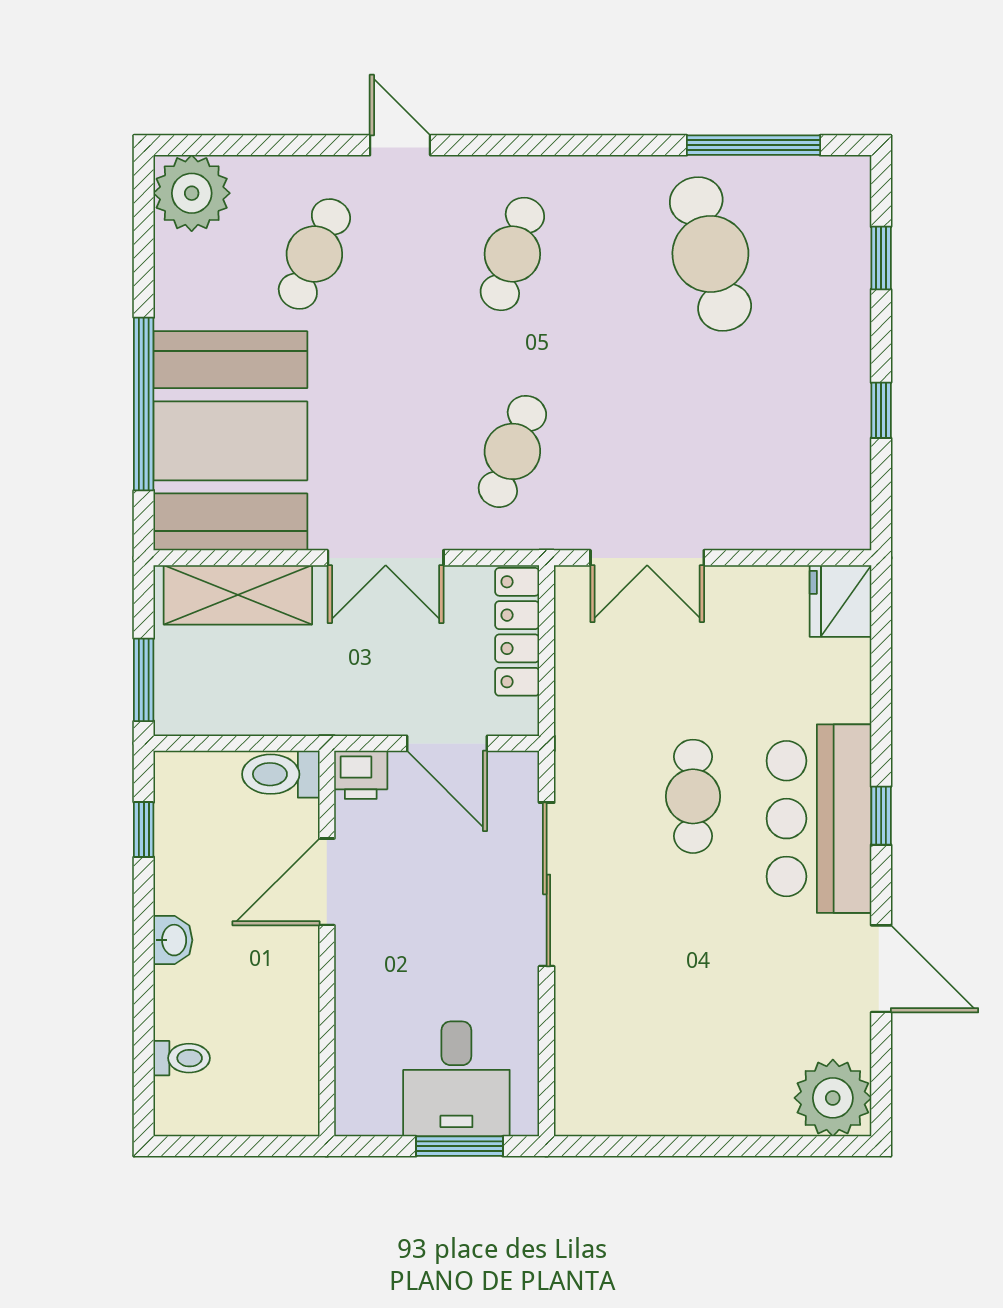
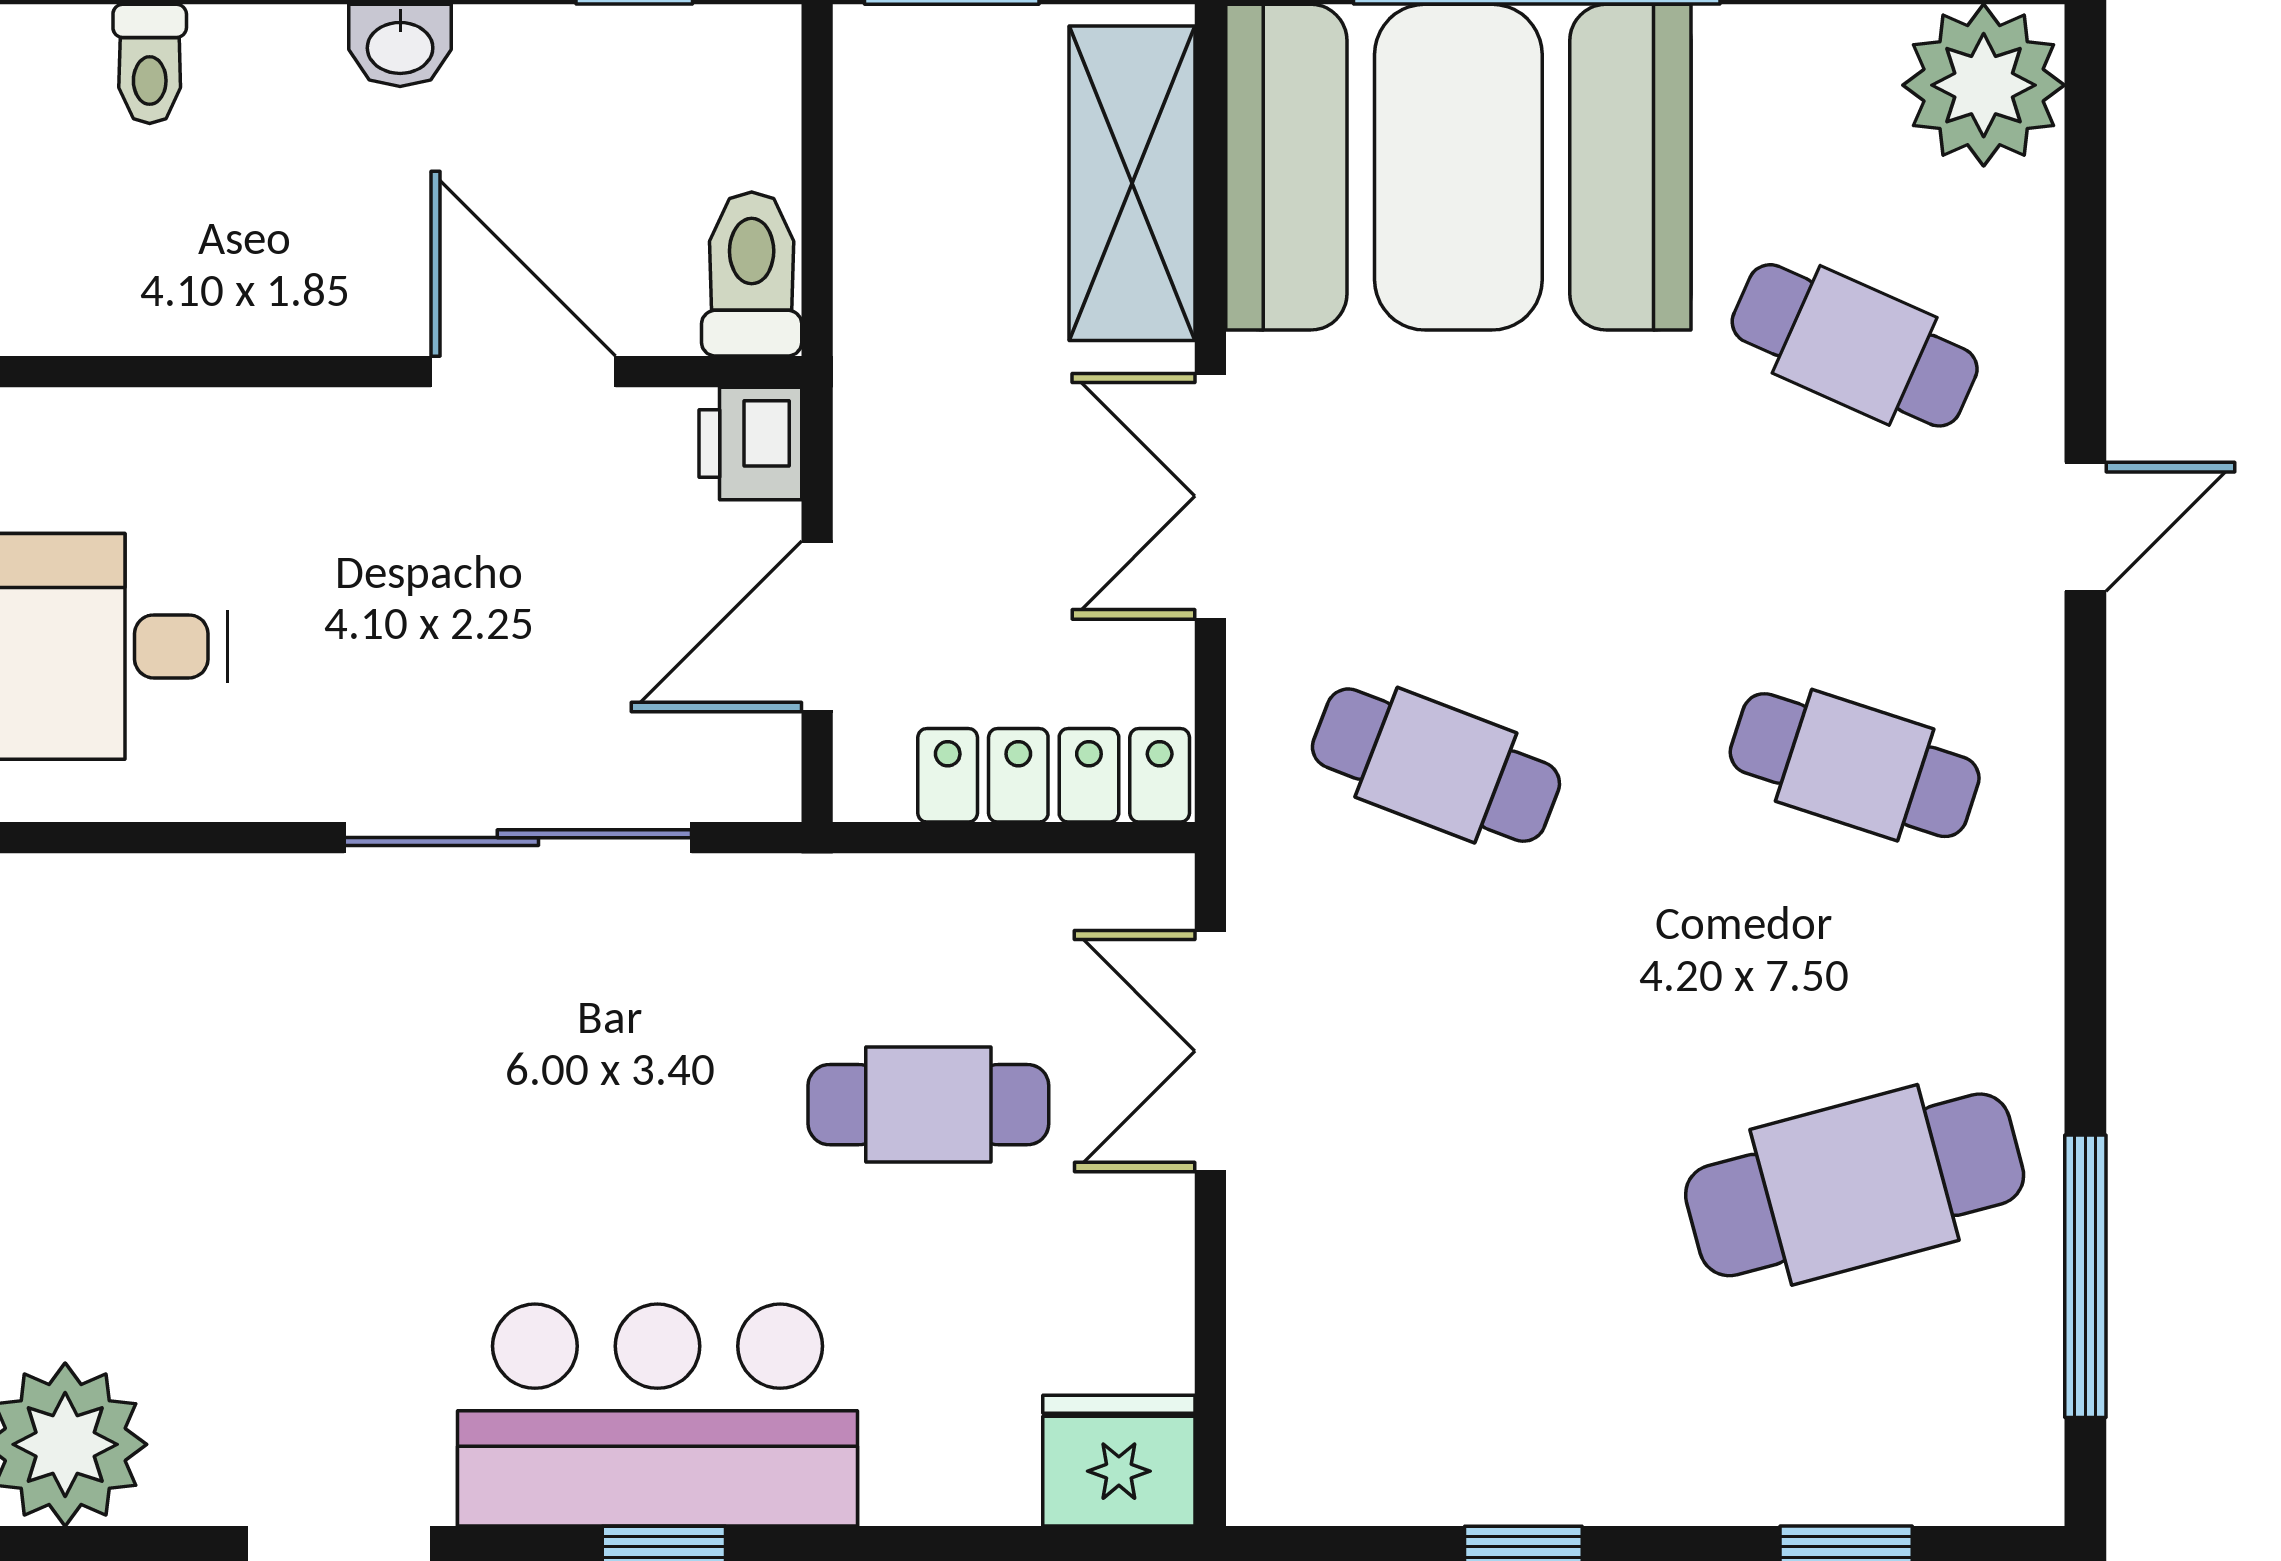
cafe table: (693, 796) -> (928, 1105), moved

